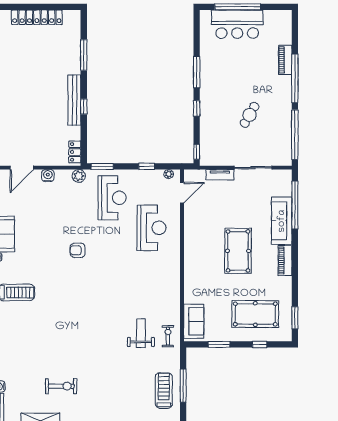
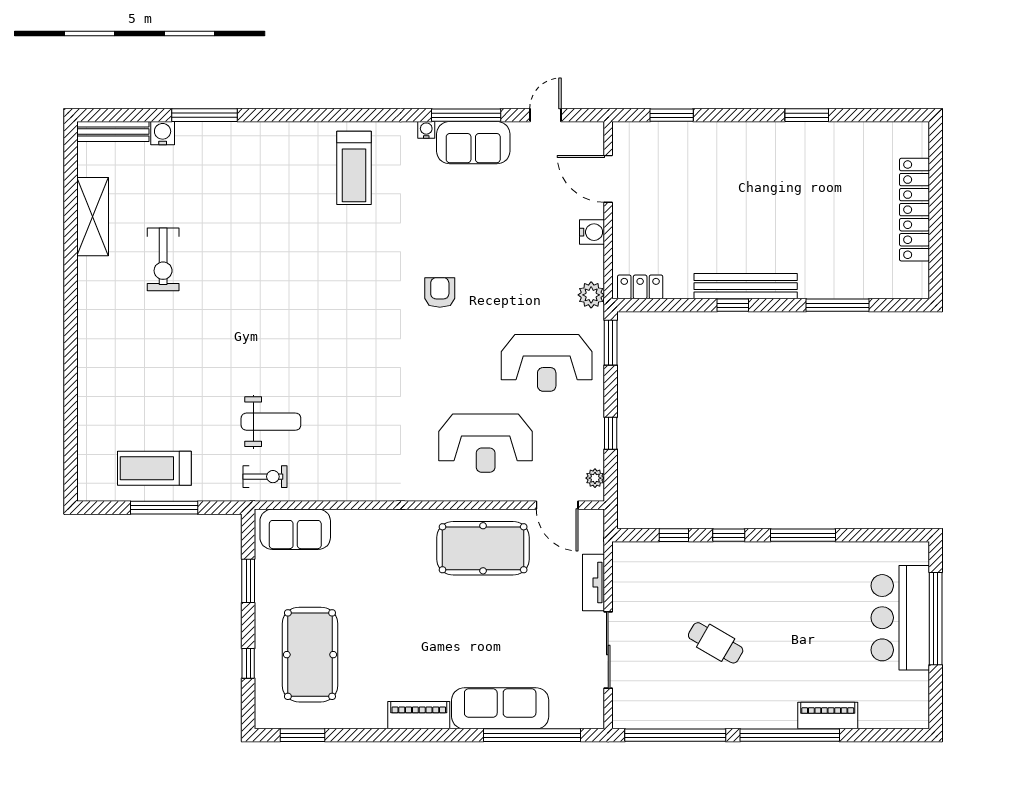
window: (197, 152) -> (674, 535), moved
pool table: (238, 251) -> (483, 548), moved
treadmill: (164, 390) -> (154, 468), turned 180

